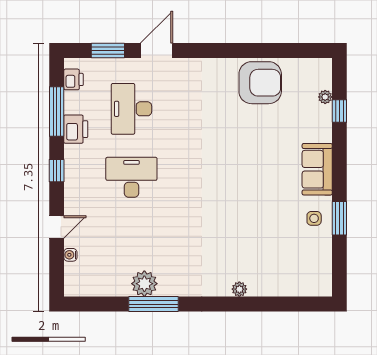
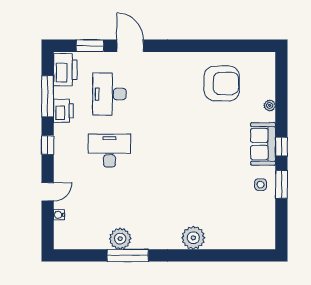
door: (157, 50) -> (130, 46), hinge flipped
printer: (73, 79) -> (65, 70), width x1.87, depth x1.48
armchair: (260, 83) -> (222, 83), moved
plant: (325, 97) -> (270, 105), moved
window: (339, 111) -> (281, 147), moved
plant: (239, 289) -> (193, 238), width x1.87, depth x1.87

